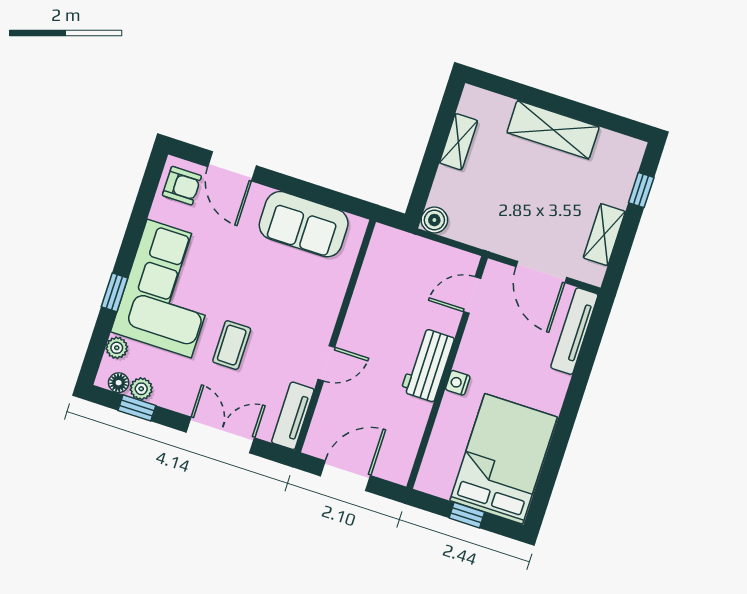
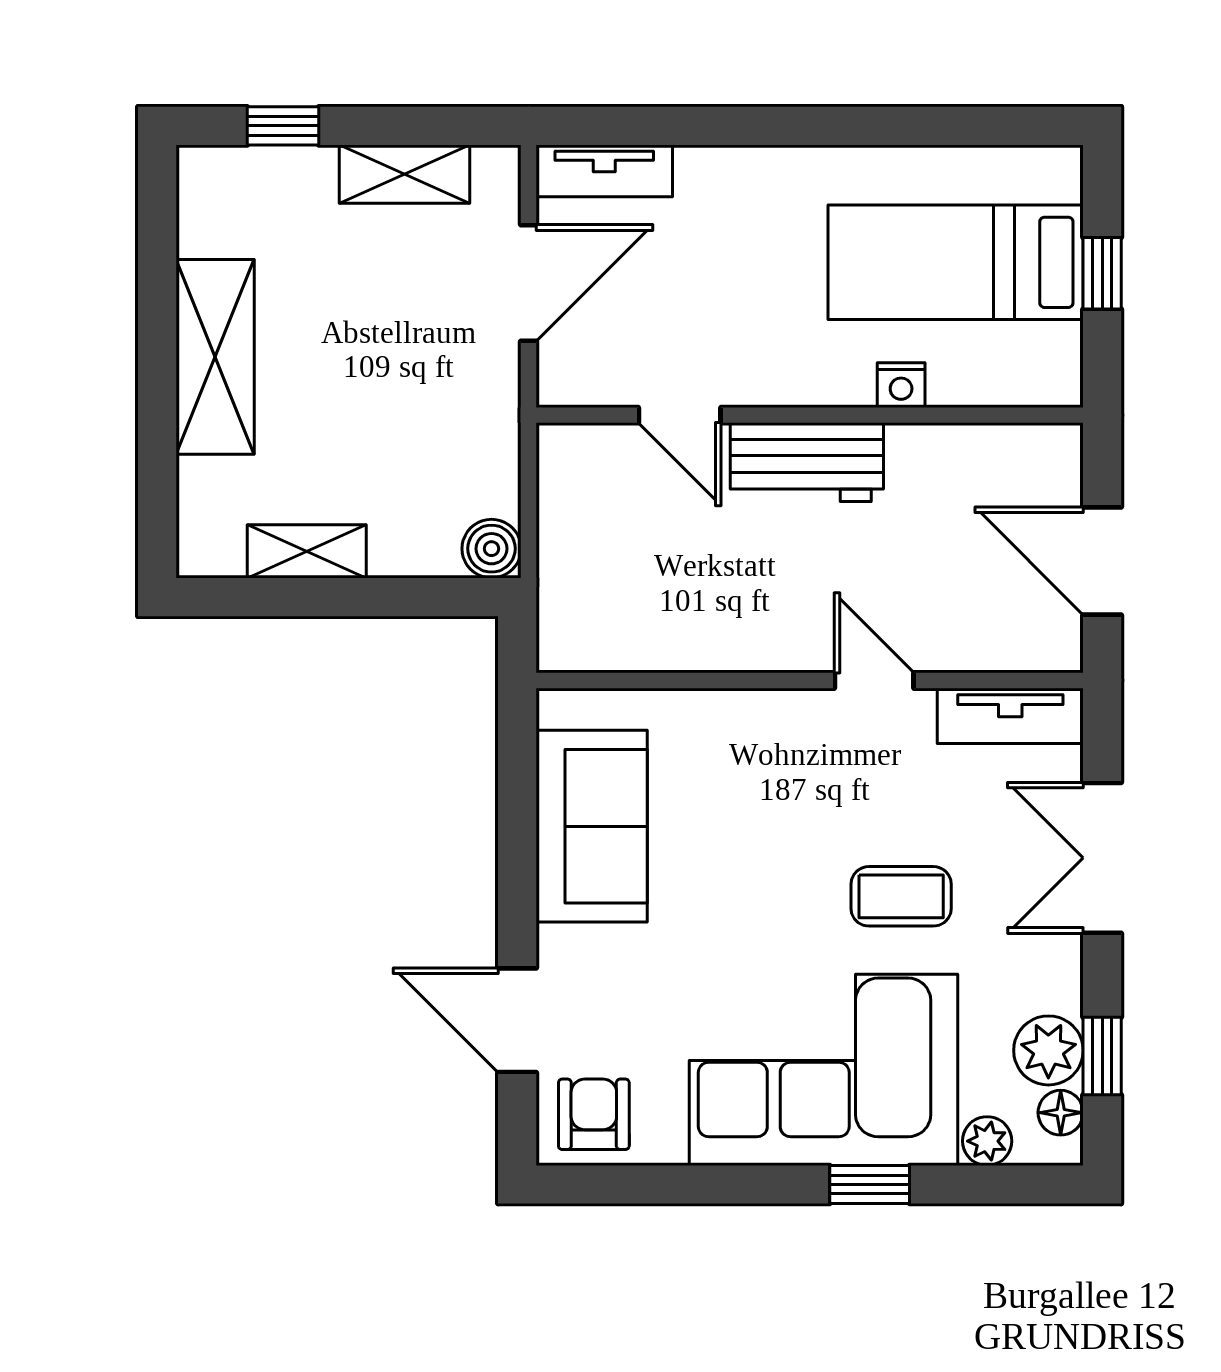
door: (232, 166) -> (517, 1020), swing flipped
door: (472, 295) -> (680, 415), moved
tv unit: (574, 331) -> (604, 171), width x0.71
nightstand: (458, 383) -> (901, 385), moved
plant: (141, 389) -> (1048, 1050), width x1.38, depth x1.38
bed: (504, 459) -> (956, 262), width x0.67

